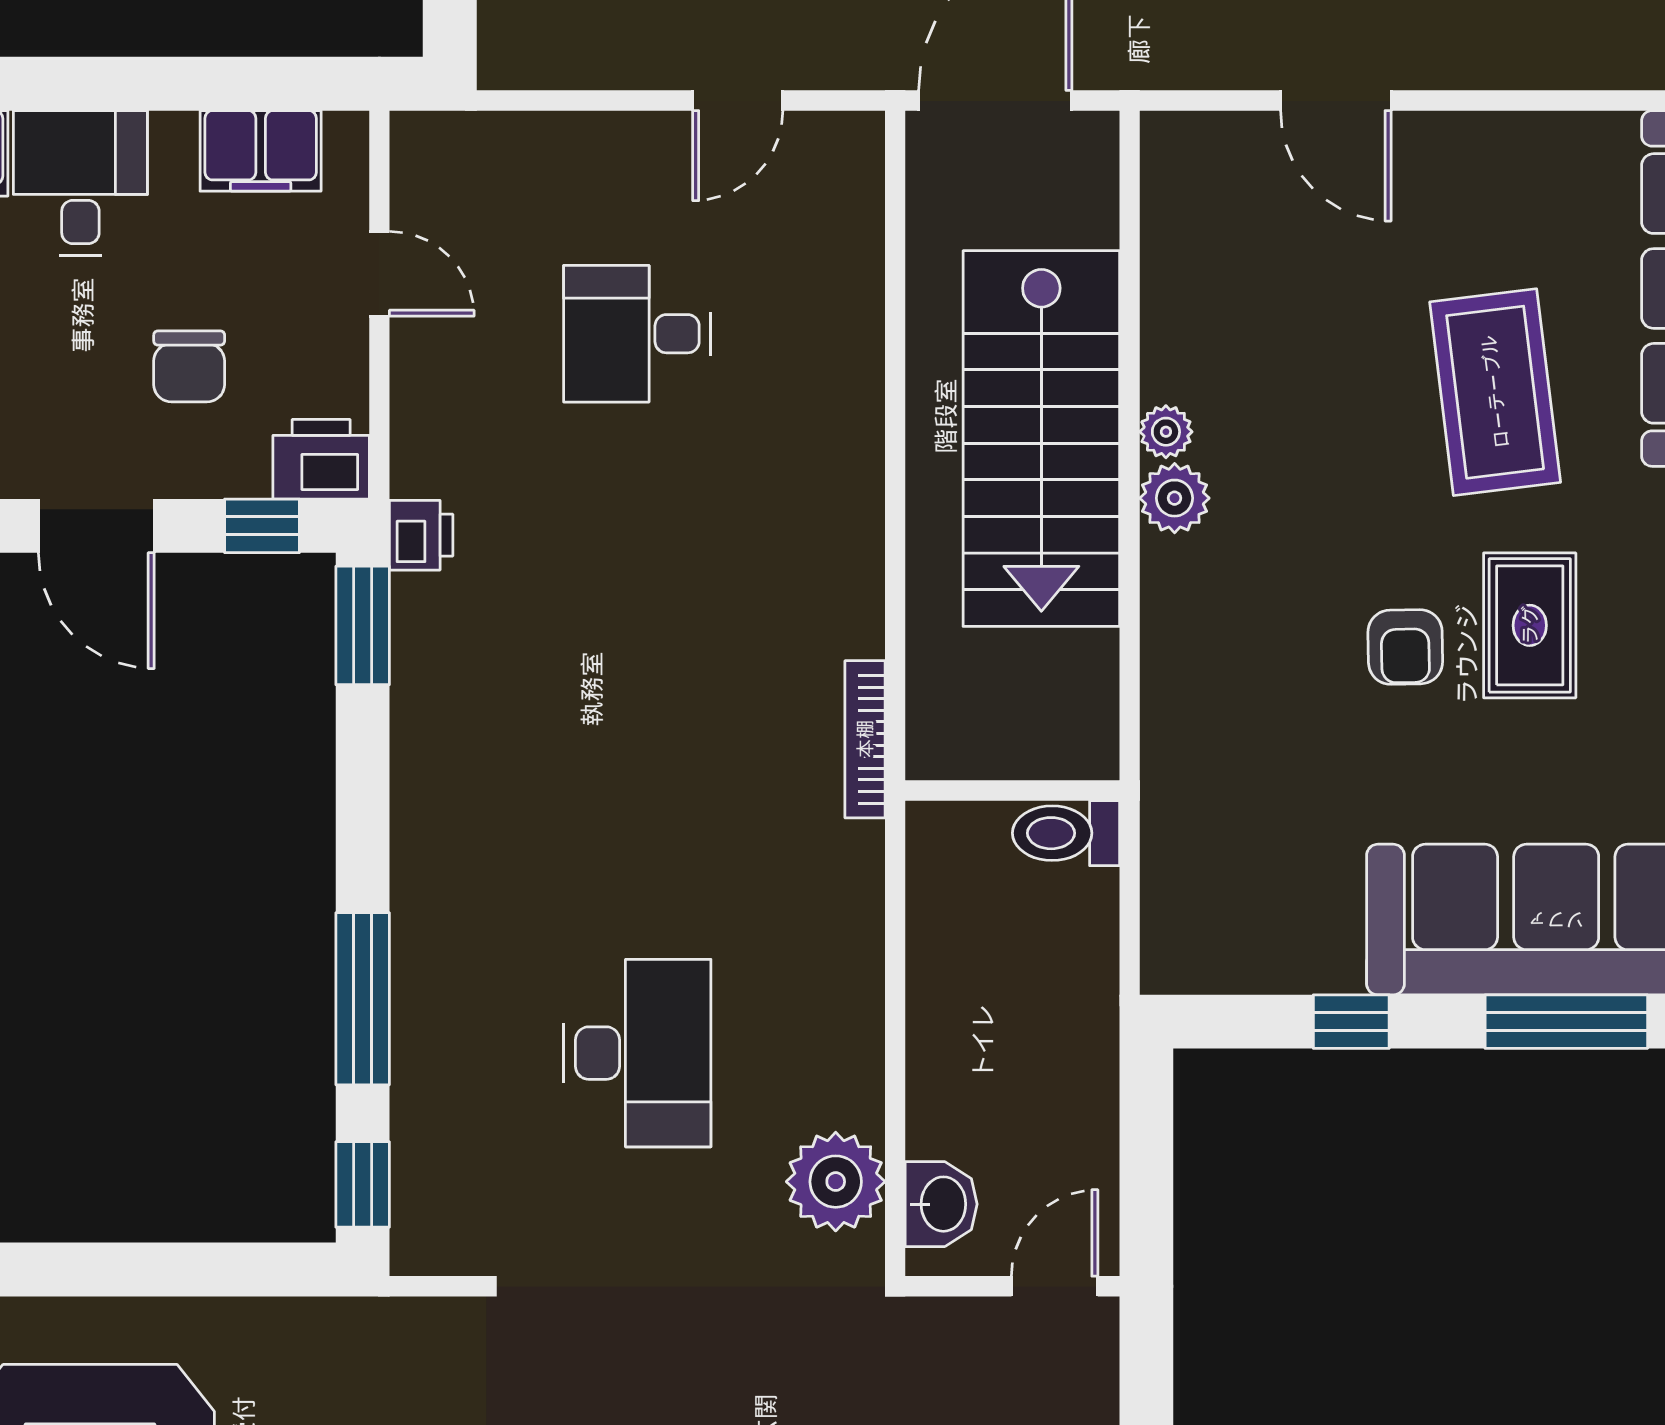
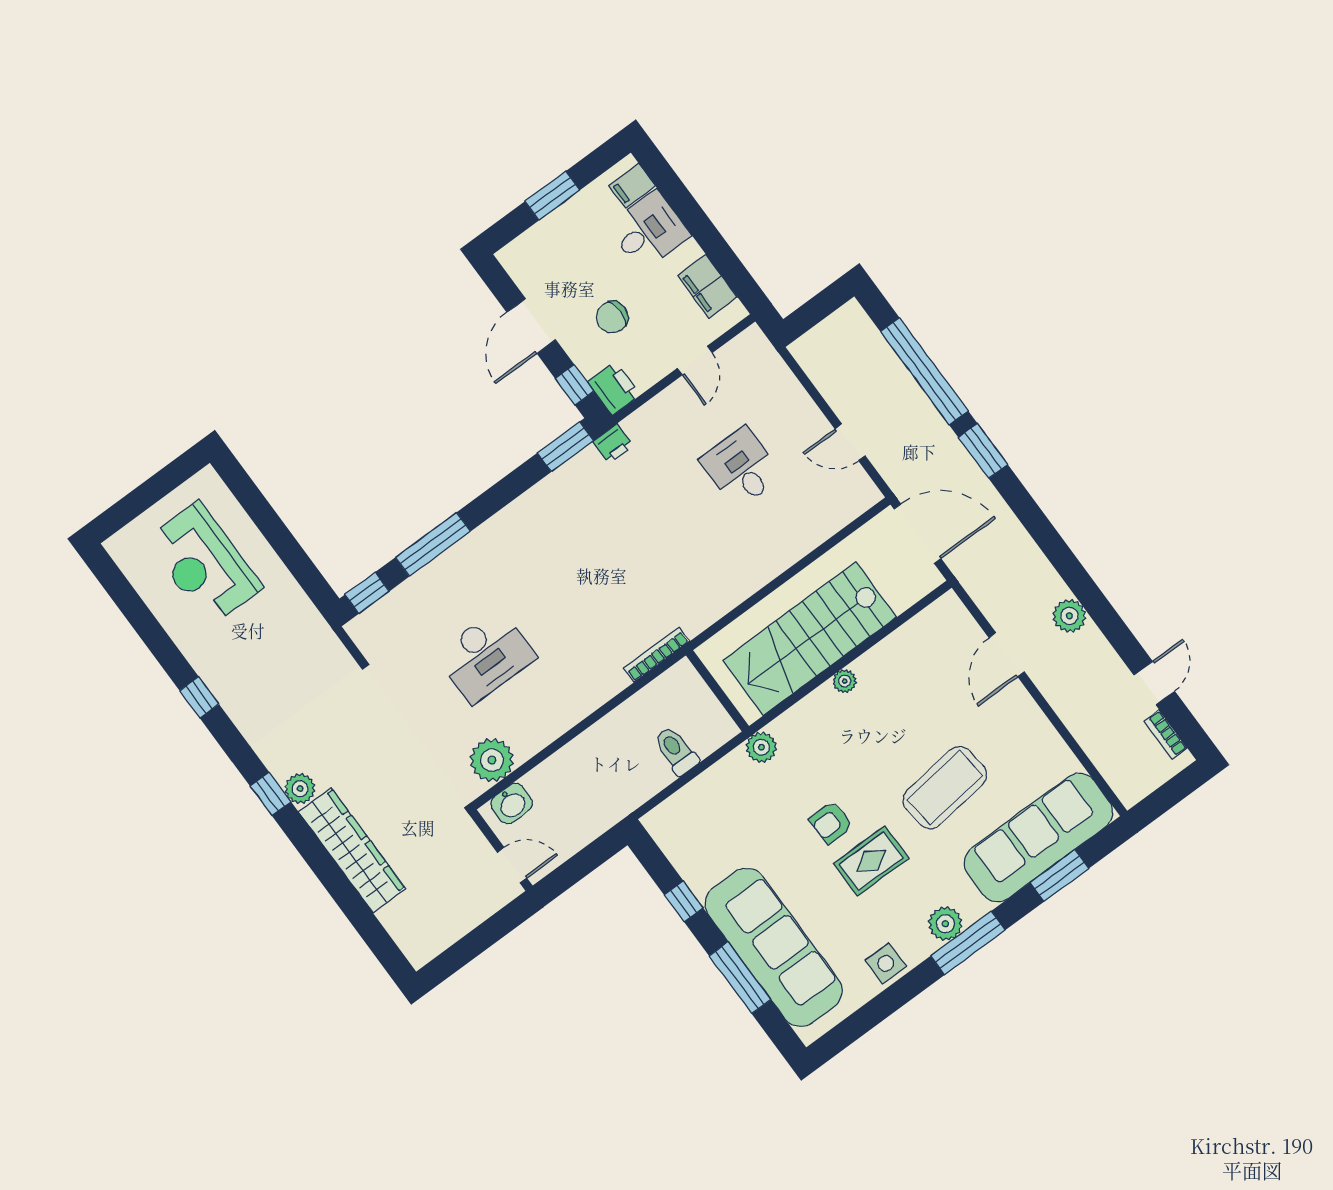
plant: (1175, 498) -> (761, 747), moved
wall: (1012, 791) -> (717, 691), moved

